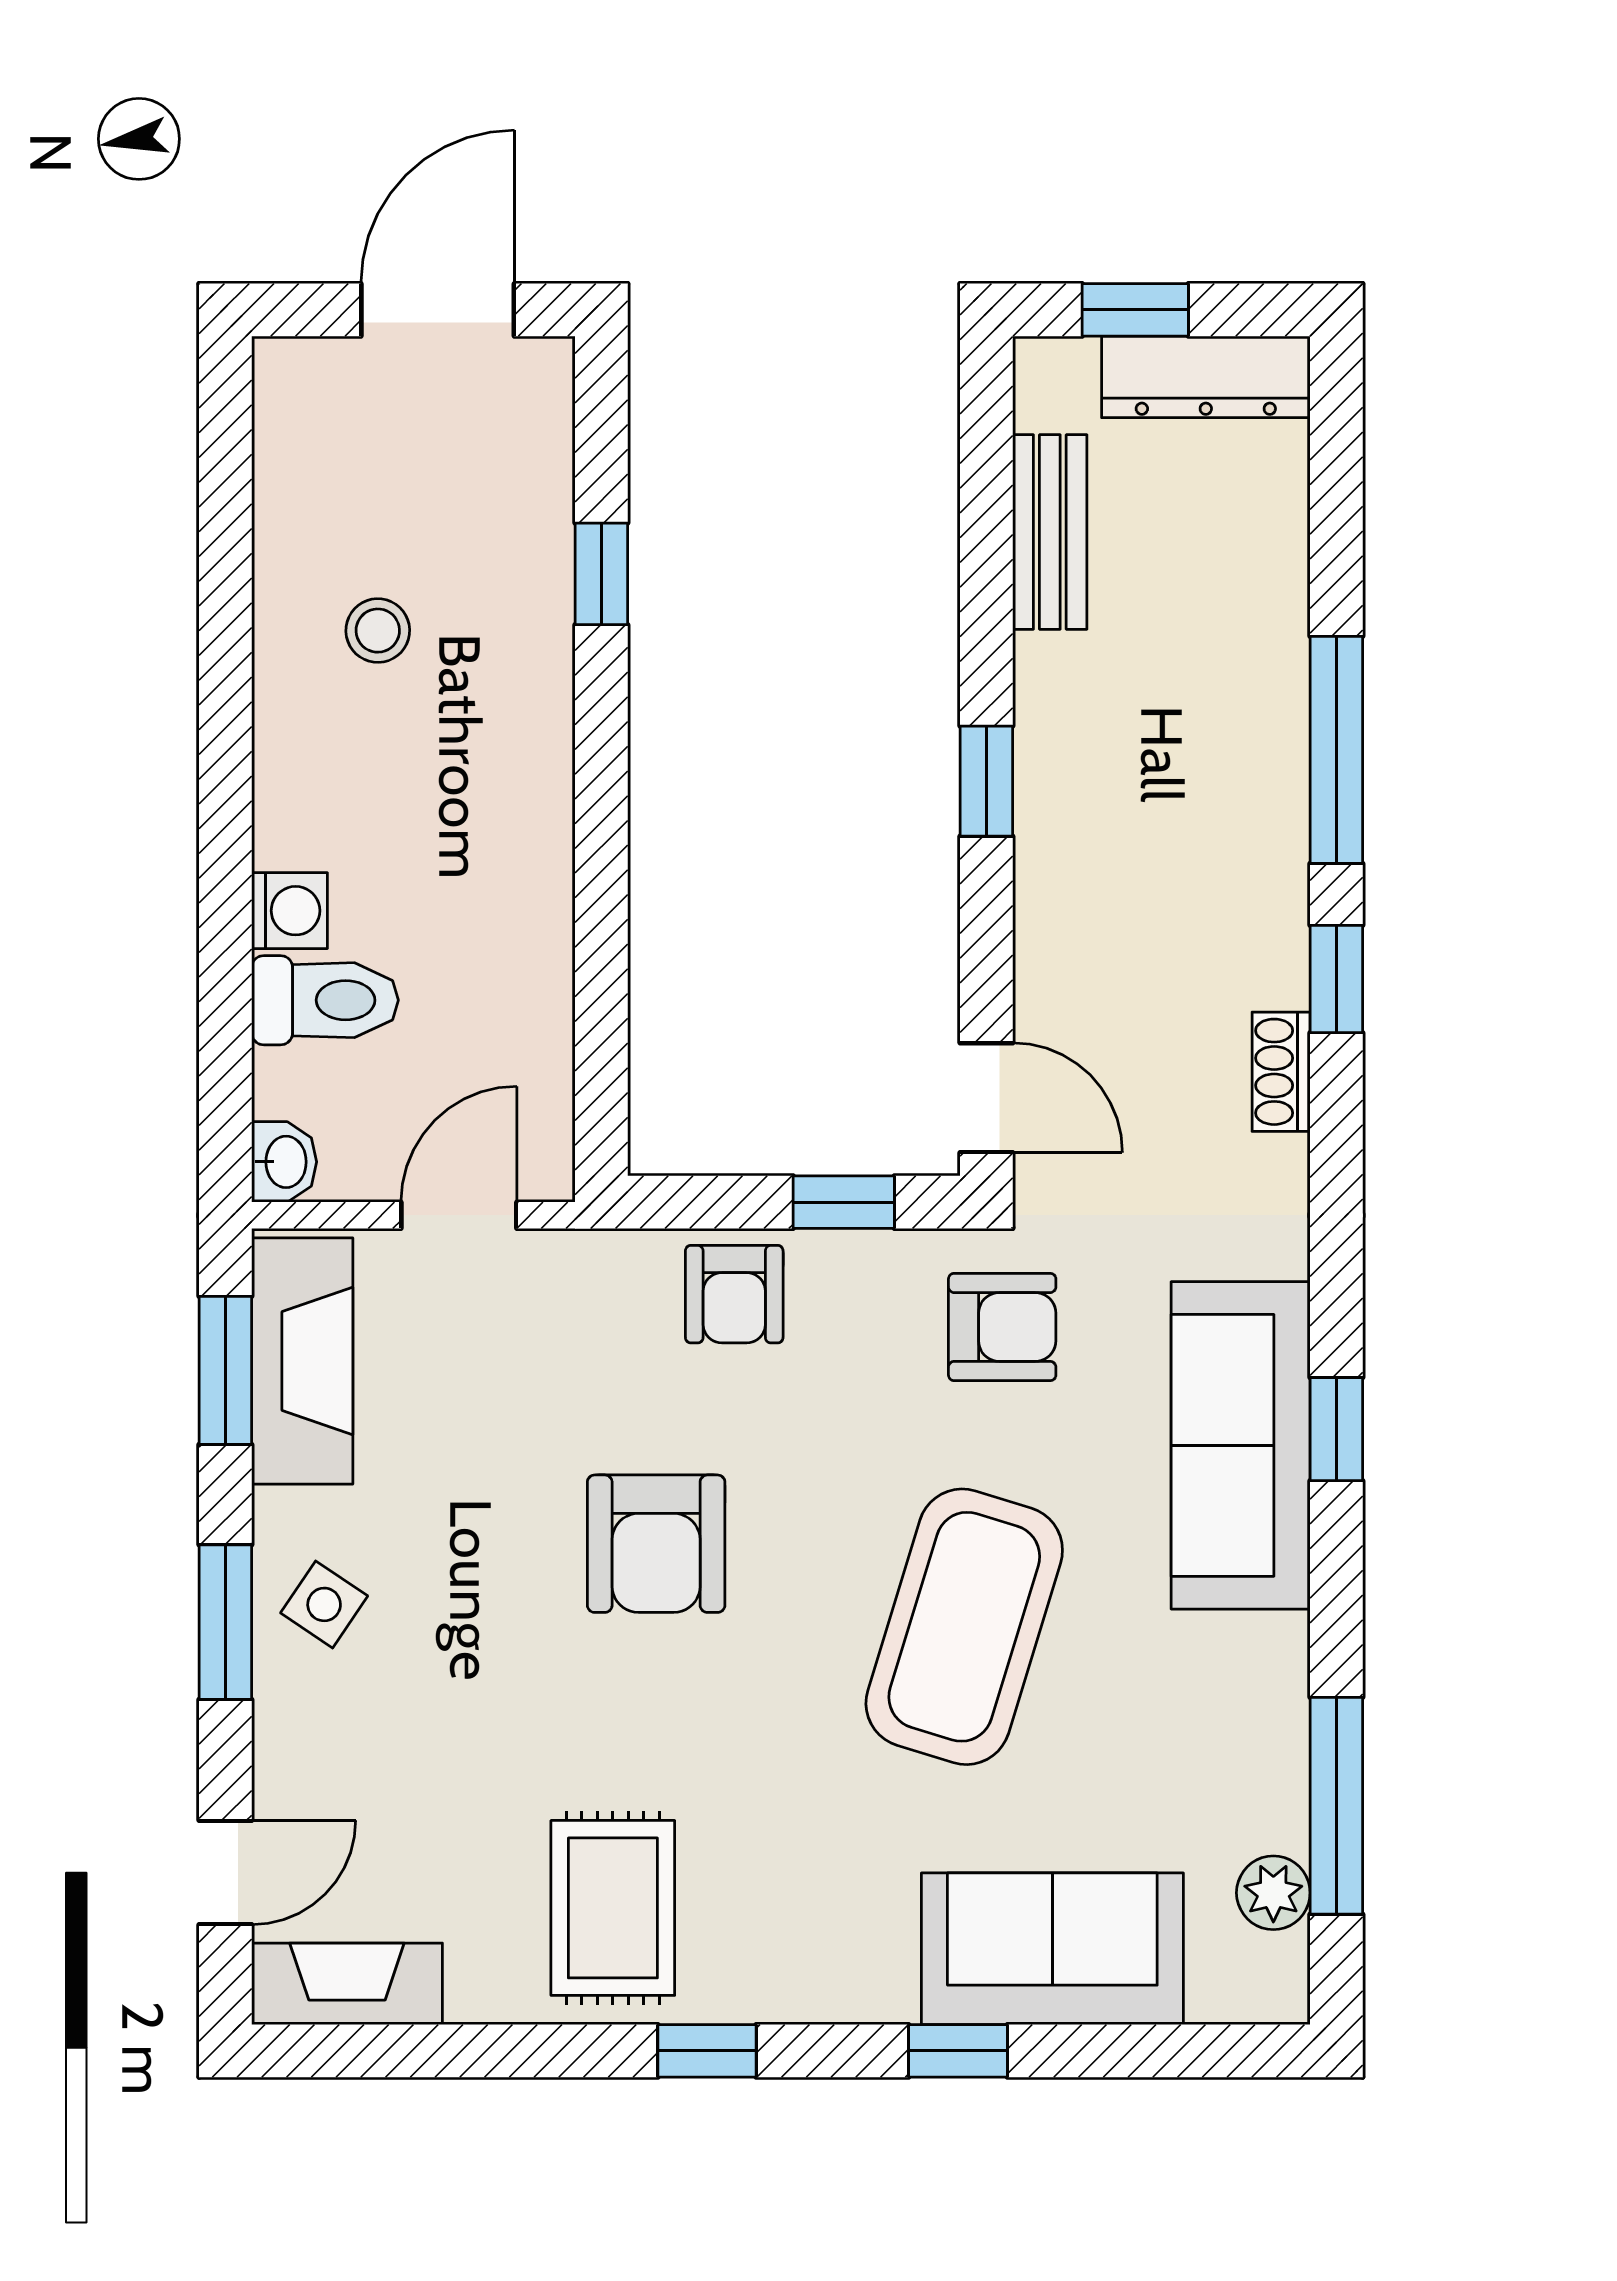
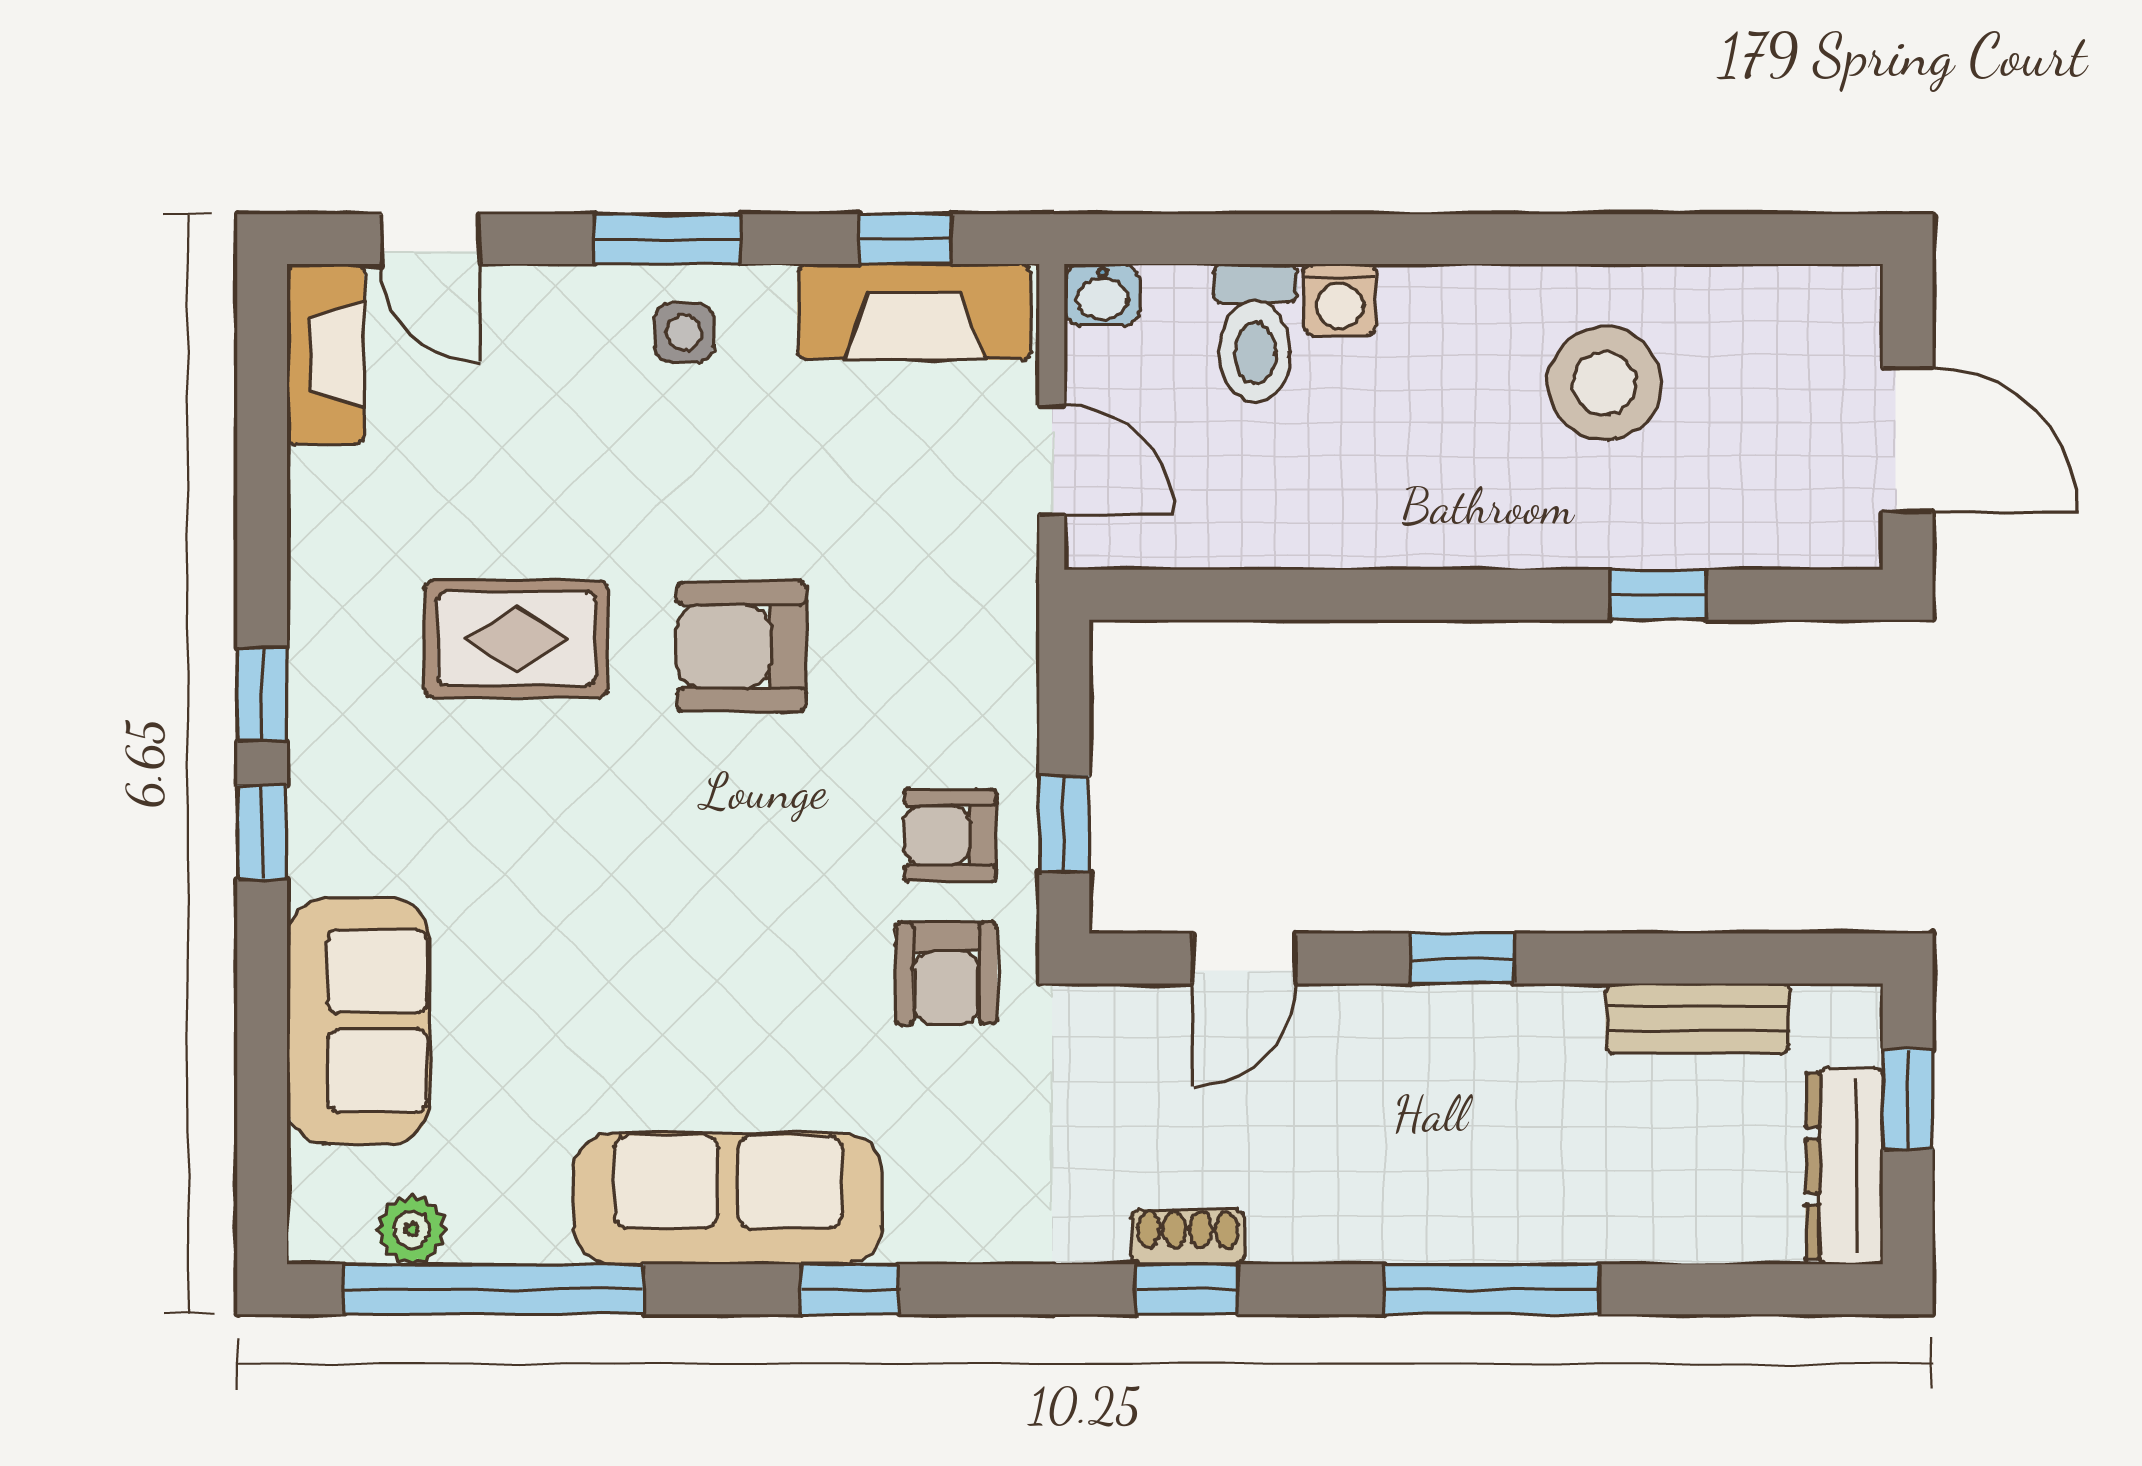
stool: (378, 631) -> (1604, 383), width x1.89, depth x1.89
window: (1336, 979) -> (1188, 1289), moved
door: (986, 1098) -> (1244, 959), moved
armchair: (734, 1294) -> (950, 835), moved
window: (225, 1370) -> (905, 239), width x0.67
sofa: (1241, 1445) -> (728, 1199), moved
side table: (324, 1604) -> (684, 333), turned -34
coffee table: (964, 1627) -> (663, 938), removed
window: (1336, 1806) -> (494, 1289), width x1.46
rug: (613, 1908) -> (516, 639), moved
window: (958, 2051) -> (262, 832), moved

